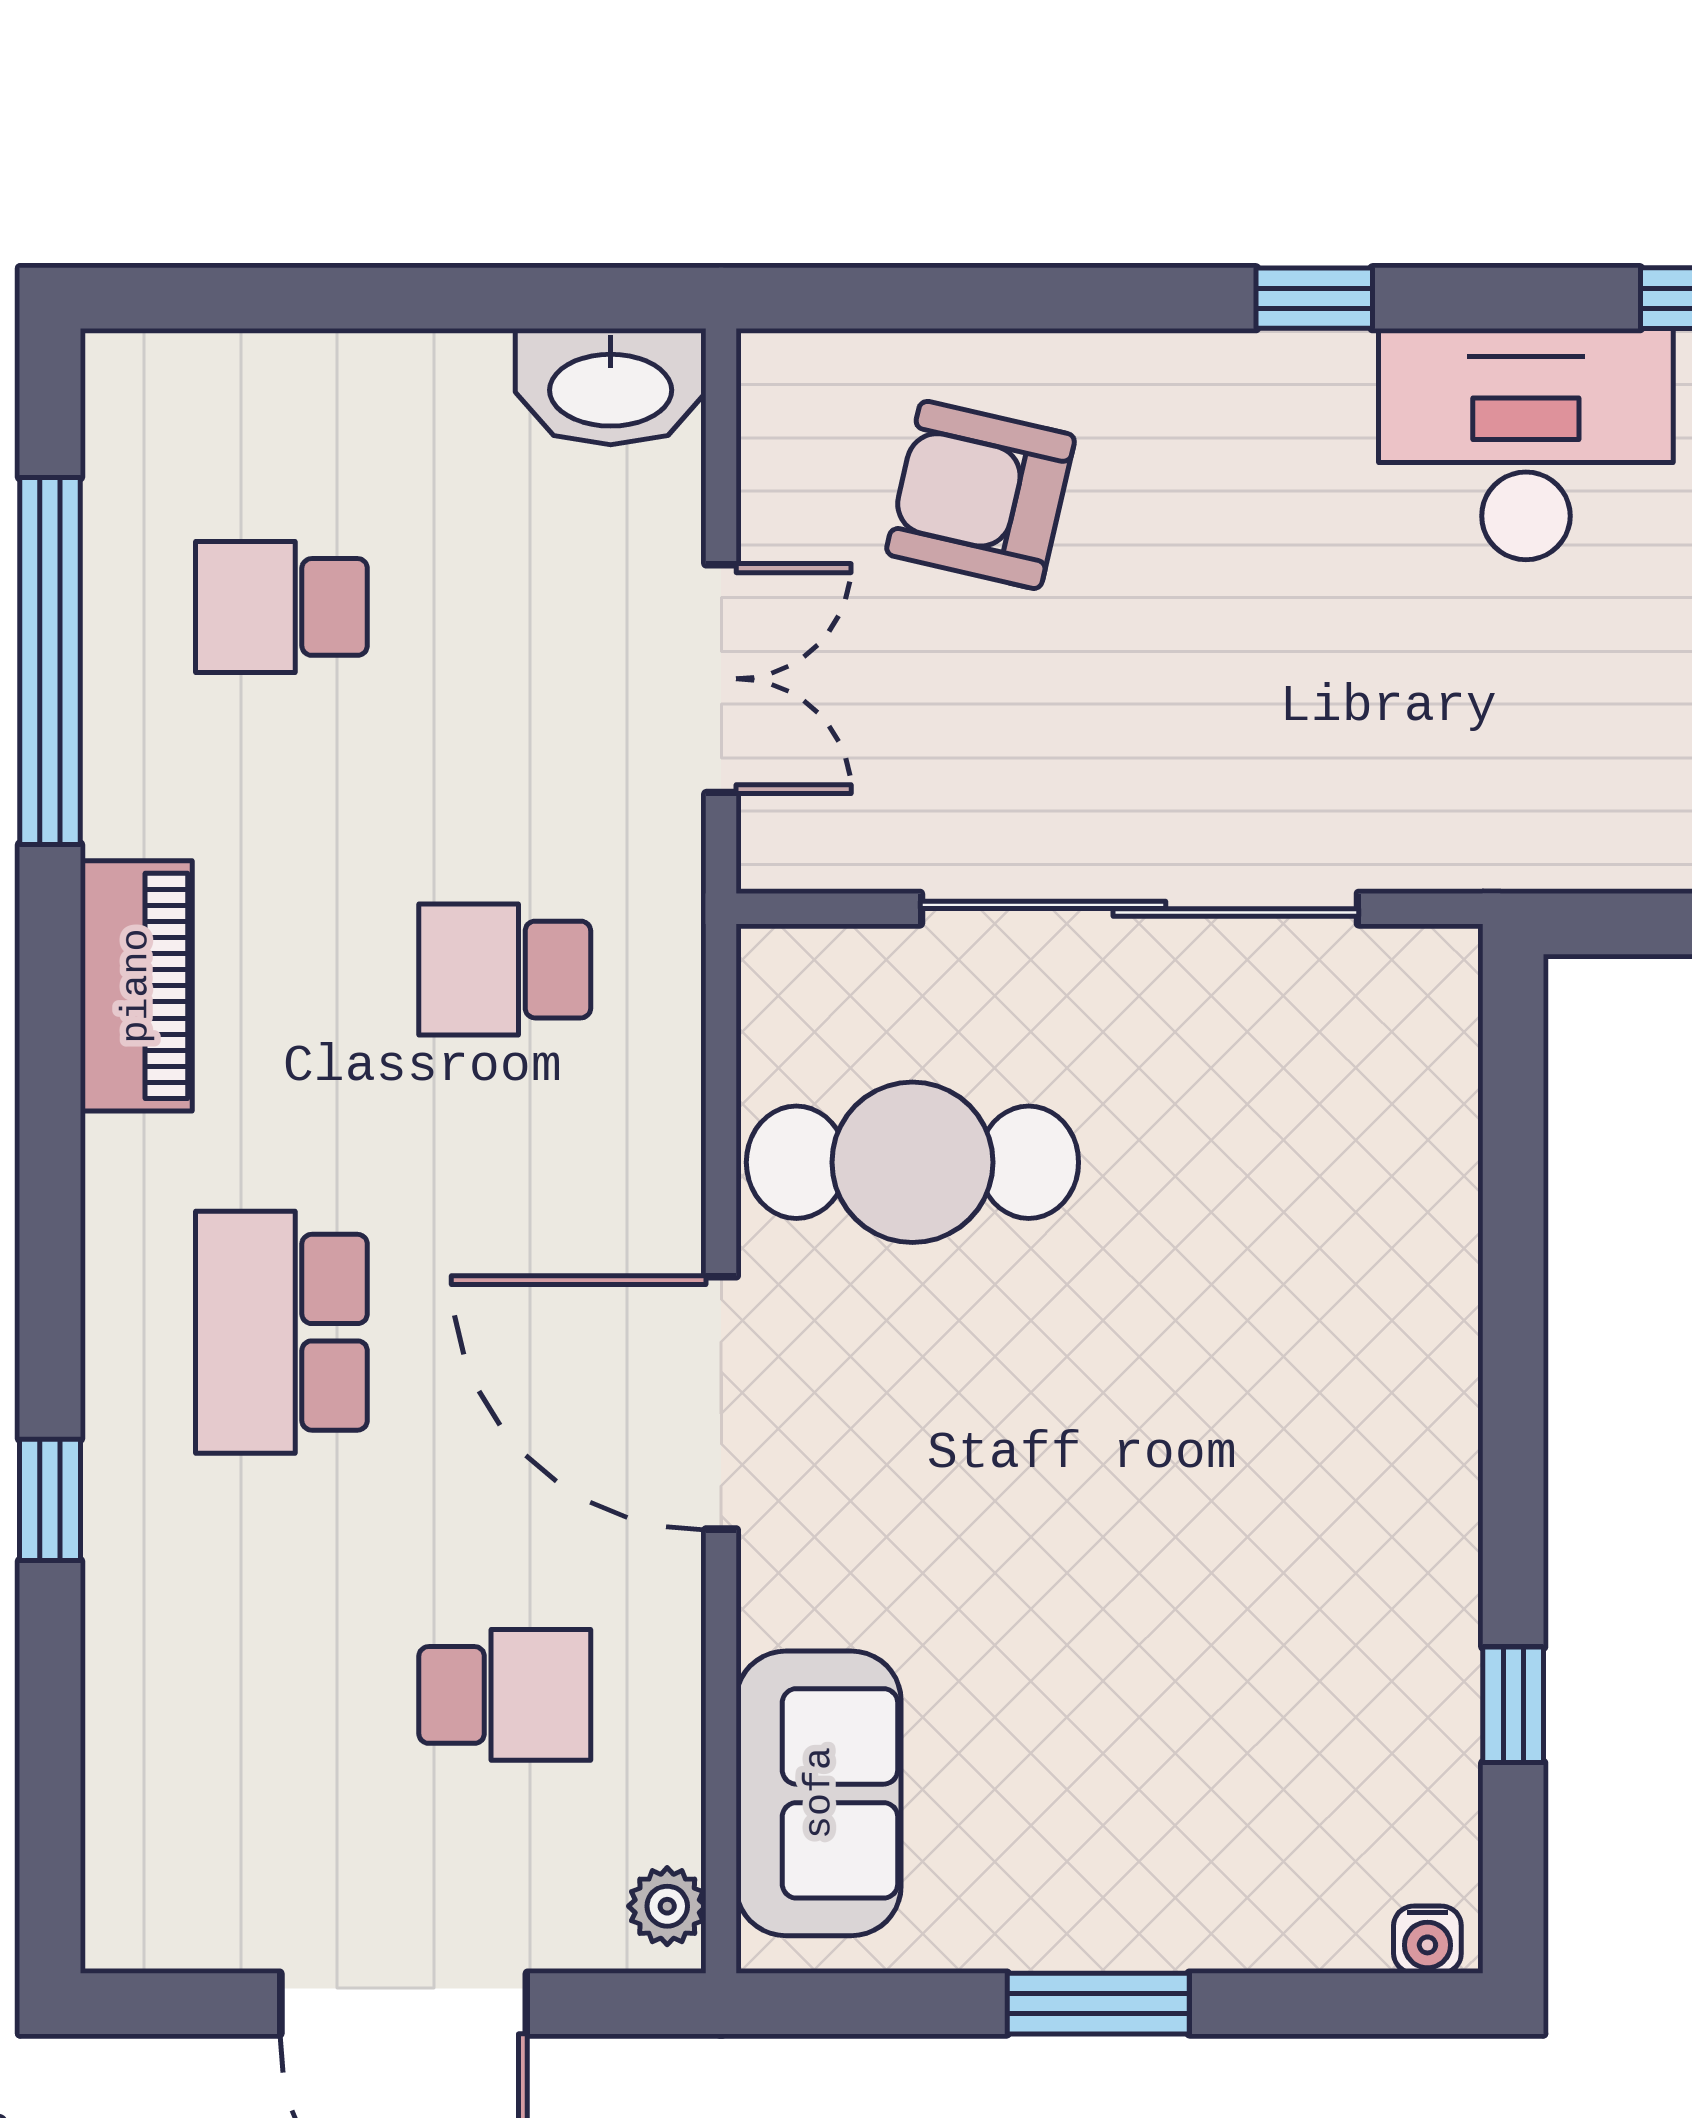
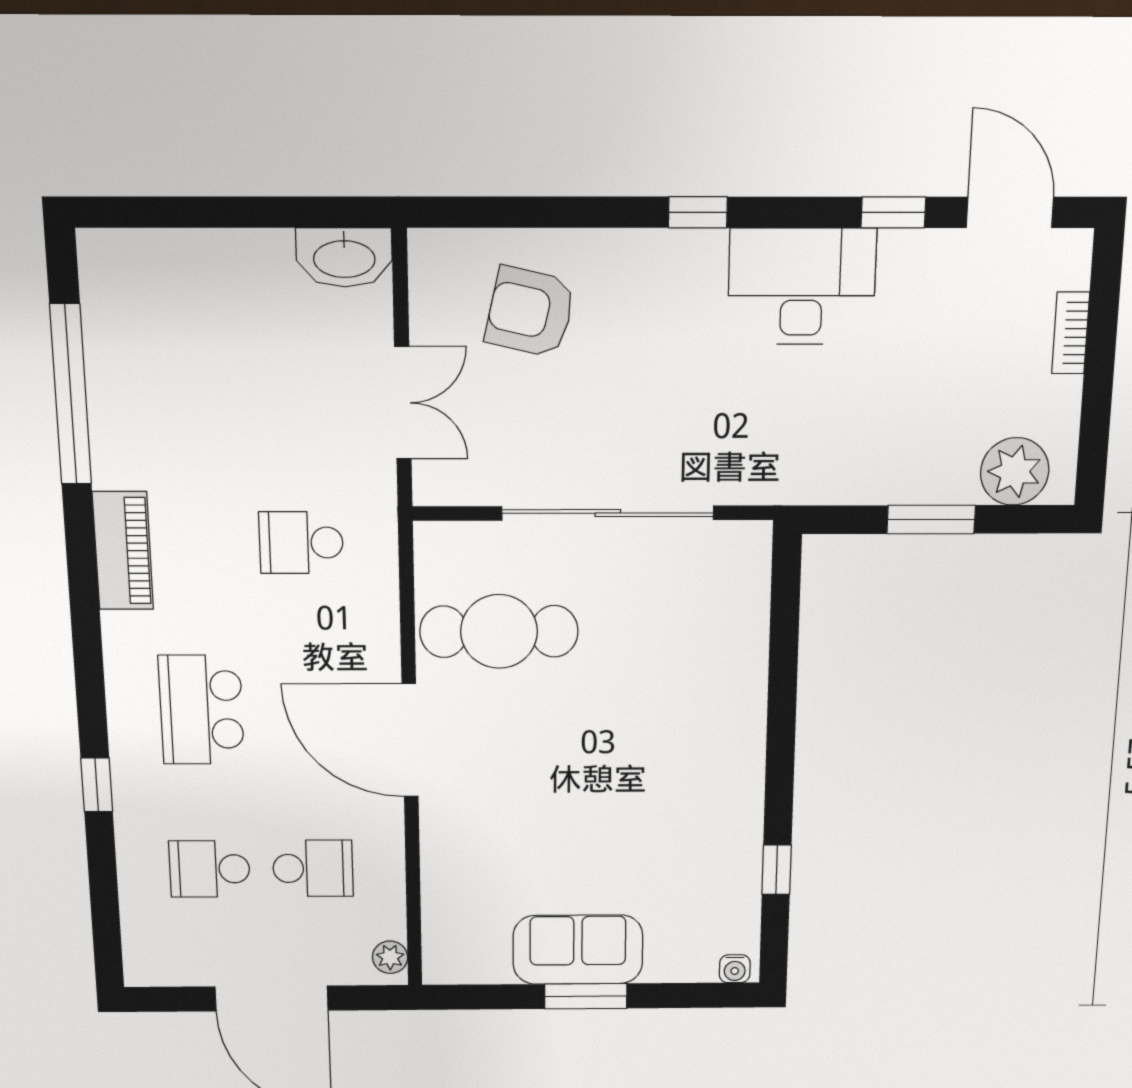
school desk: (281, 607) -> (210, 869), moved
sofa: (819, 1793) -> (578, 950), moved, turned -90

